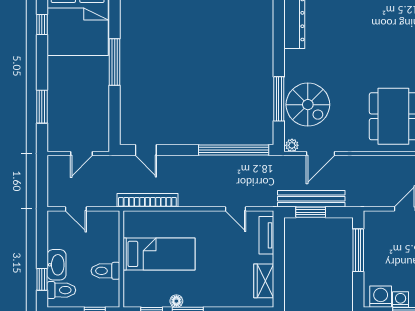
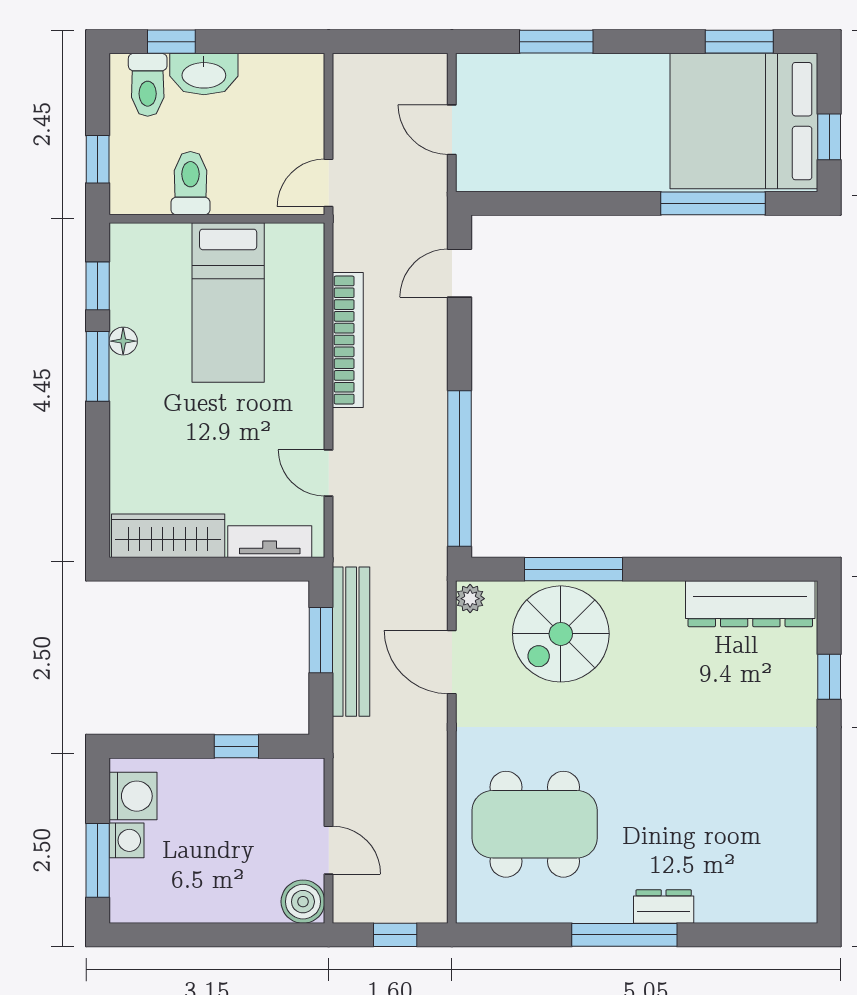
window: (42, 24) -> (739, 42), width x1.50
window: (115, 62) -> (713, 203), moved
bookcase: (147, 200) -> (348, 340), moved
door: (76, 209) -> (329, 183), moved
door: (236, 209) -> (329, 473), hinge flipped
window: (358, 250) -> (236, 746), width x0.46
wardrobe: (264, 281) -> (168, 536), width x1.50

